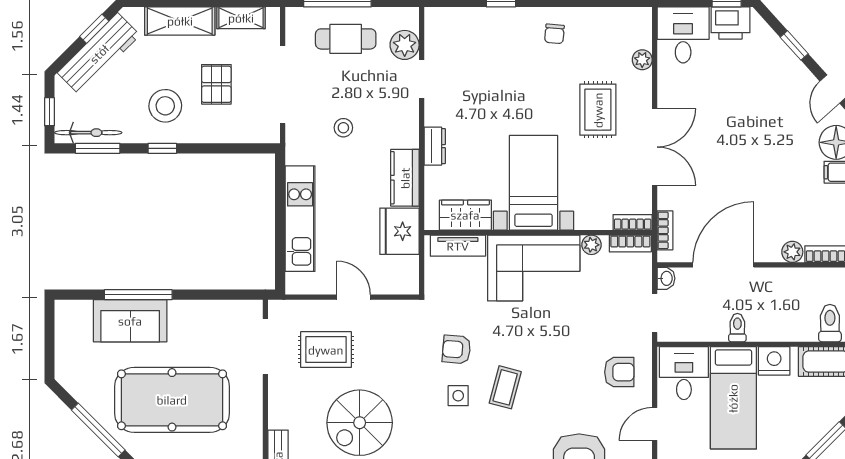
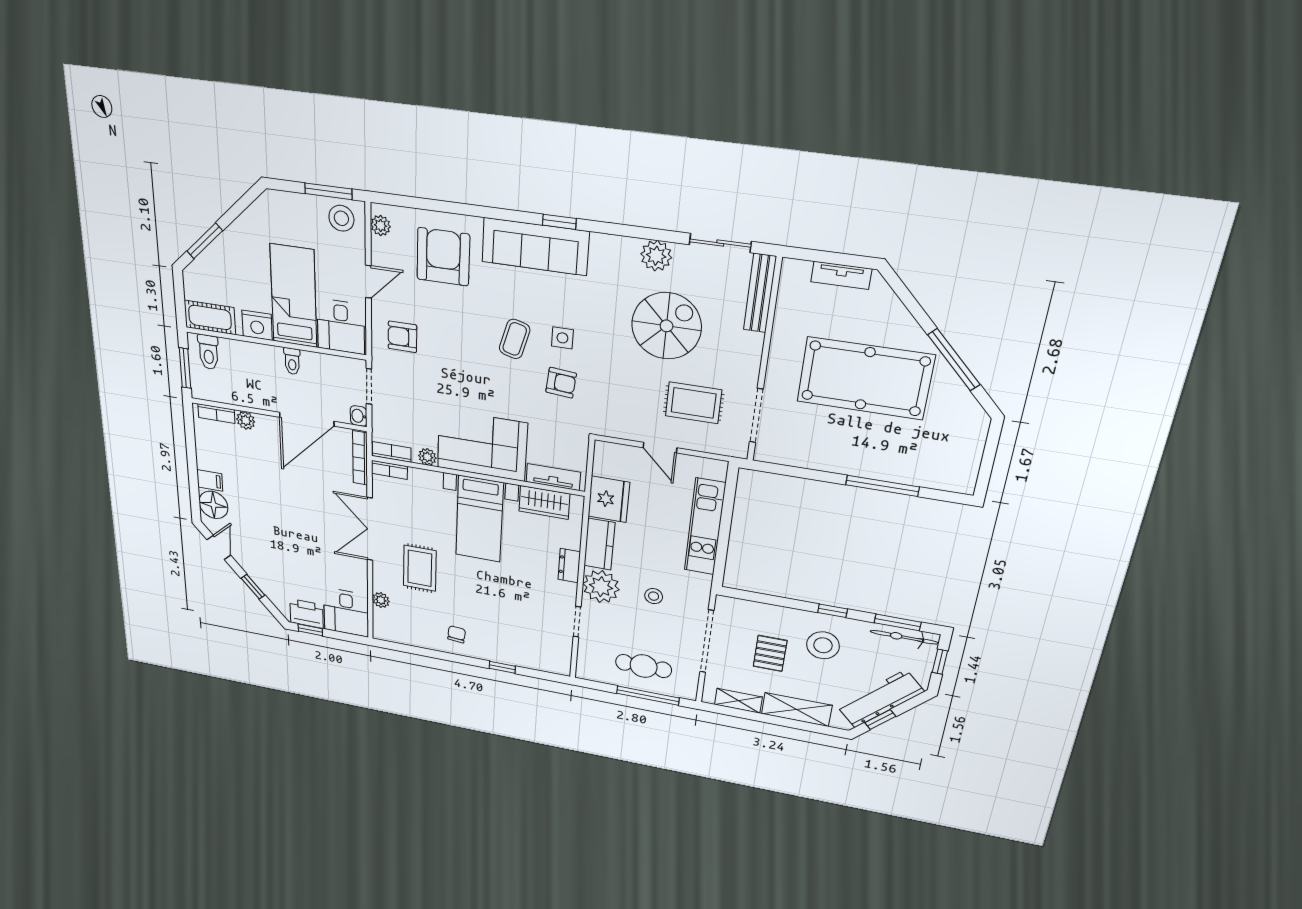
plant: (405, 45) -> (601, 587), moved, width x1.36, depth x1.36
bookcase: (665, 230) -> (360, 458), width x1.56
sofa: (130, 321) -> (896, 463), removed

